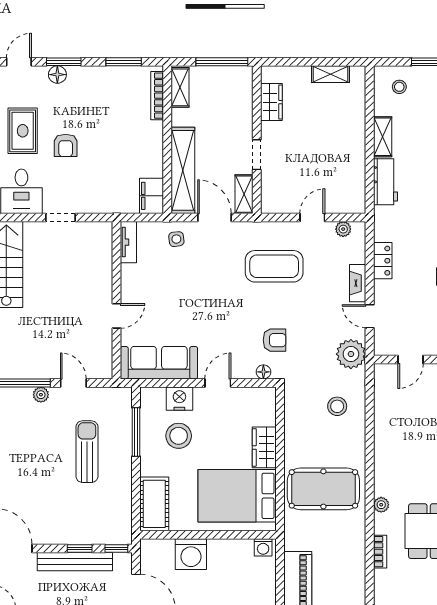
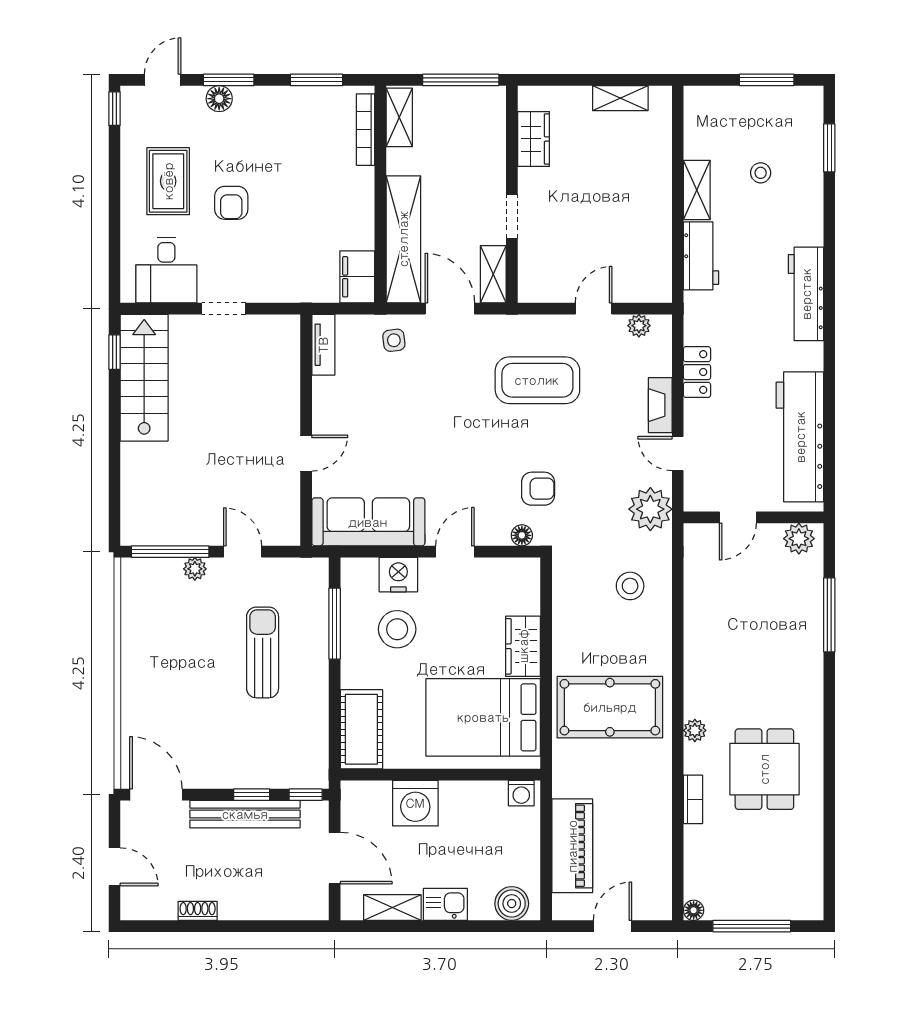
stool: (399, 87) -> (761, 173), moved

